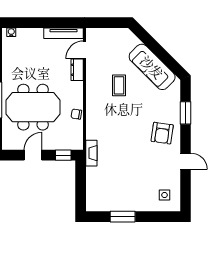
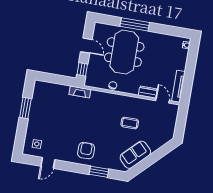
sofa: (152, 67) -> (135, 155), width x0.73
armchair: (162, 133) -> (86, 151), turned 82
door: (185, 161) -> (48, 163), moved

